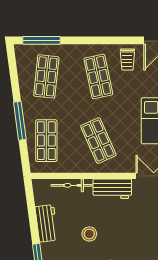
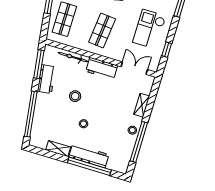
shop shelf: (98, 141) -> (102, 31), turned 30
window: (31, 207) -> (39, 64), added

